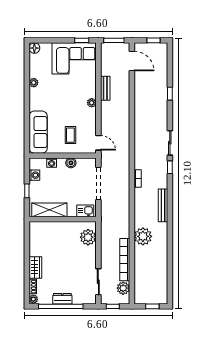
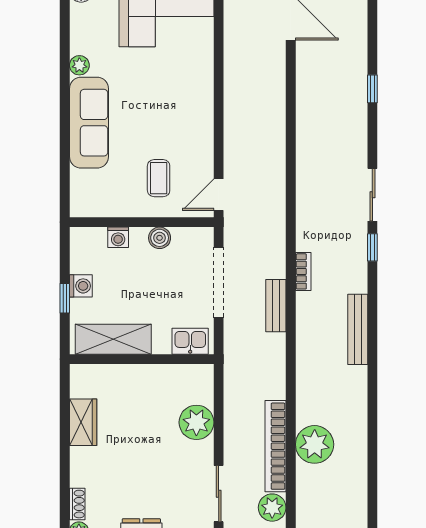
bench: (105, 88) -> (276, 306), moved
plant: (92, 103) -> (204, 108), removed
sofa: (38, 132) -> (89, 123), moved
door: (98, 143) -> (219, 195), swing flipped
washing machine: (34, 175) -> (81, 286), moved
plant: (143, 236) -> (315, 444), moved
plant: (88, 237) -> (196, 422), moved
wardrobe: (35, 267) -> (83, 422), moved

